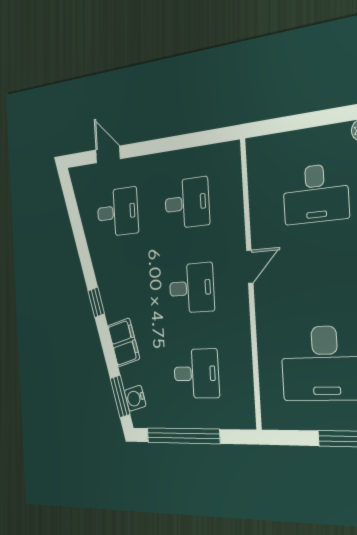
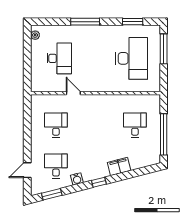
door: (250, 267) -> (73, 93), moved
desk: (192, 288) -> (95, 125), removed
window: (120, 396) -> (52, 194), moved
water cooler: (135, 398) -> (77, 179), moved

